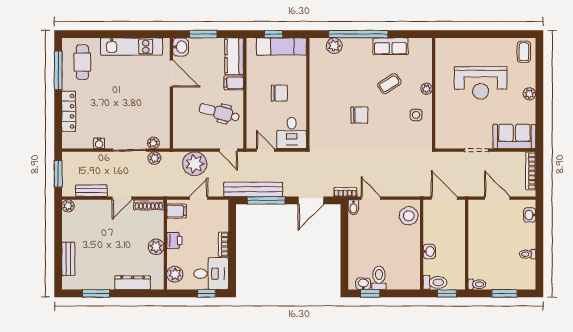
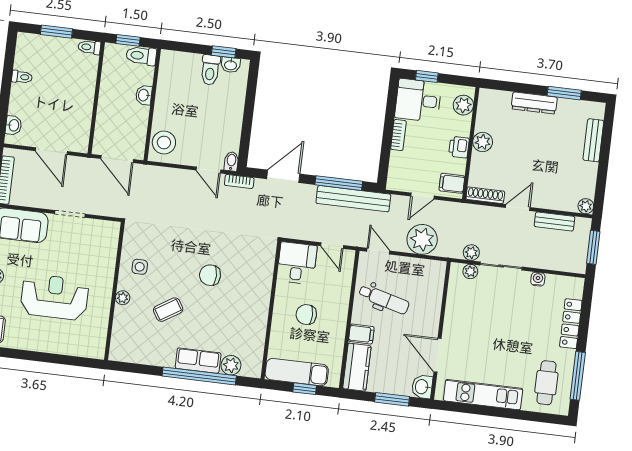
row of seats: (391, 46) -> (198, 361), moved
dresser: (133, 283) -> (534, 103), moved

